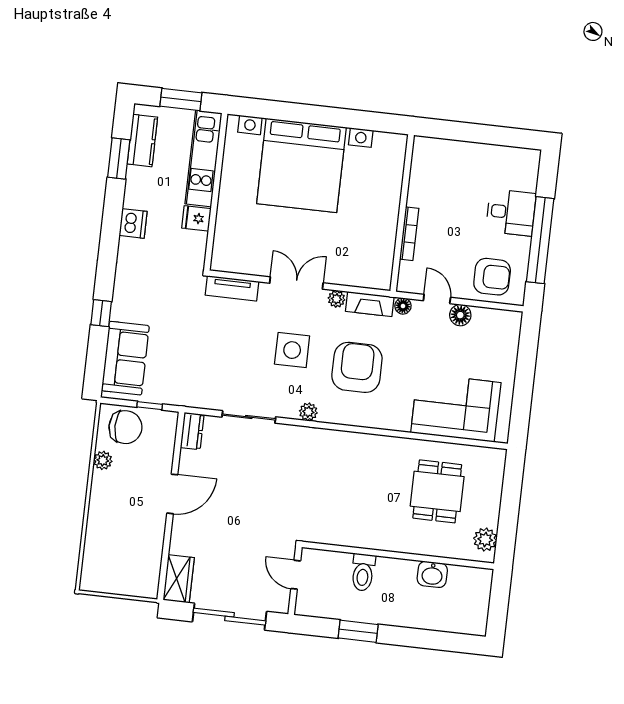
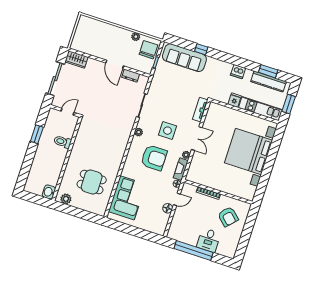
kitchen counter: (142, 141) -> (269, 82), width x1.50
armchair: (492, 277) -> (228, 217), moved, turned -47
sofa: (125, 358) -> (184, 58), width x1.36
chair: (125, 427) -> (148, 50), turned 180
dresser: (192, 431) -> (131, 76), moved
washbasin: (432, 574) -> (49, 192), moved

